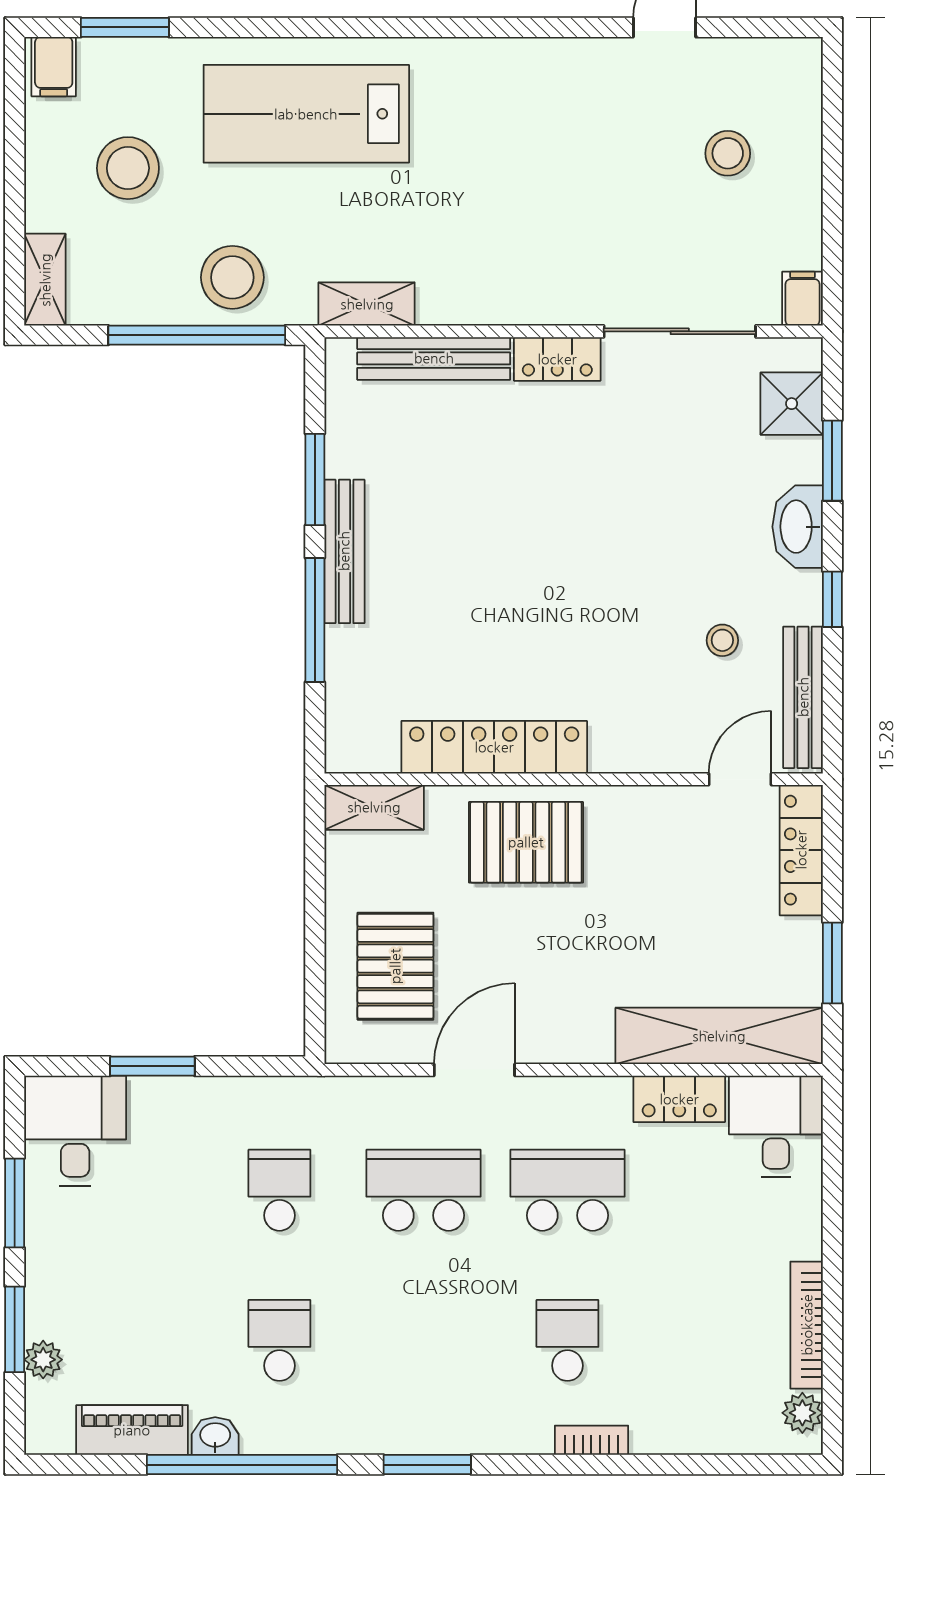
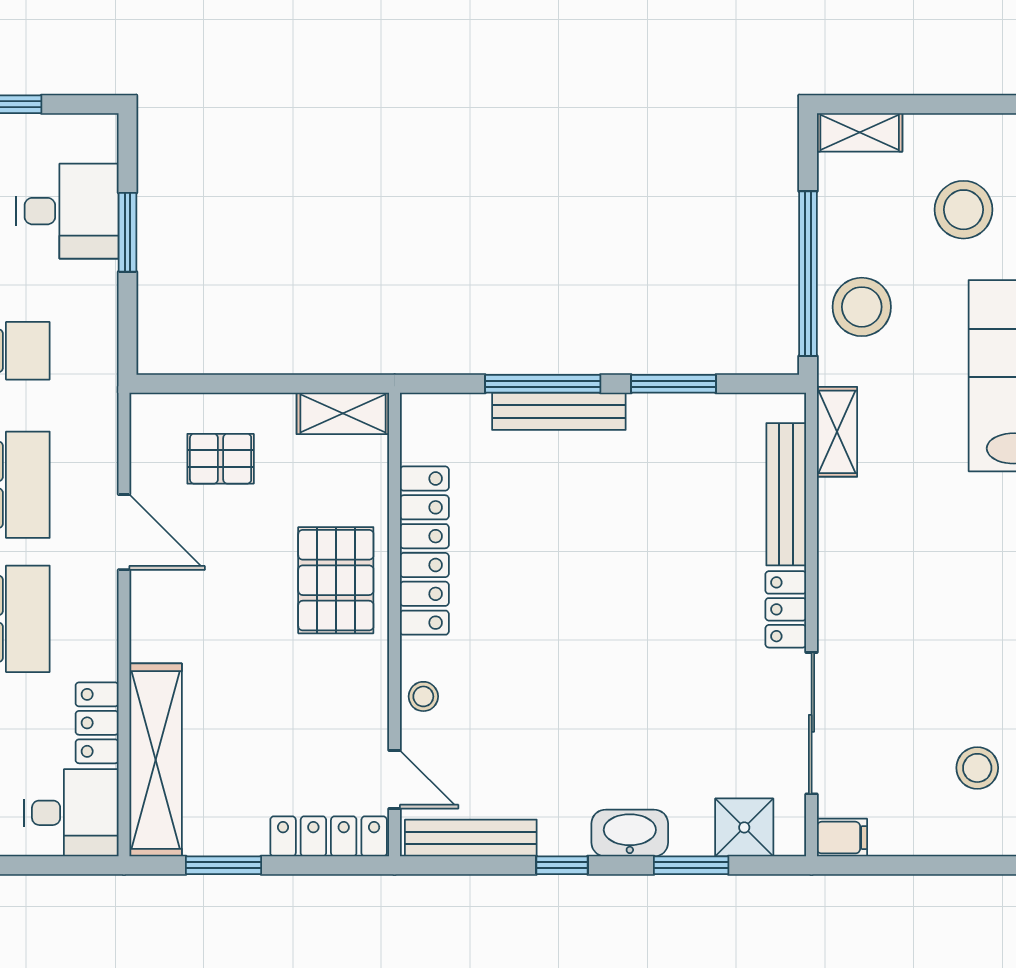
bench: (344, 551) -> (559, 411), moved
stool: (722, 640) -> (423, 696), moved
shelving: (374, 807) -> (343, 413), moved, turned 90
pallet: (395, 966) -> (221, 459), width x0.67, depth x0.71
desk: (75, 1131) -> (67, 211), moved

